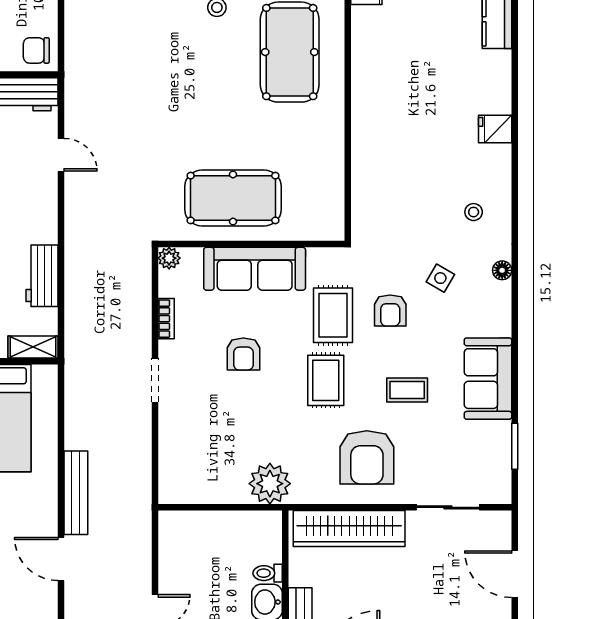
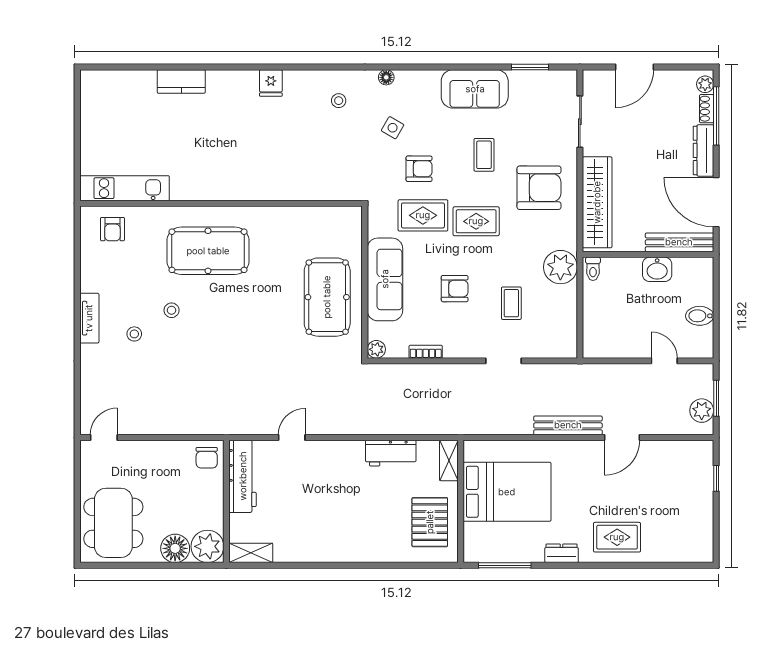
doorway: (155, 380) -> (503, 361), moved
coffee table: (226, 423) -> (511, 303), added
toilet: (268, 573) -> (593, 269), moved

